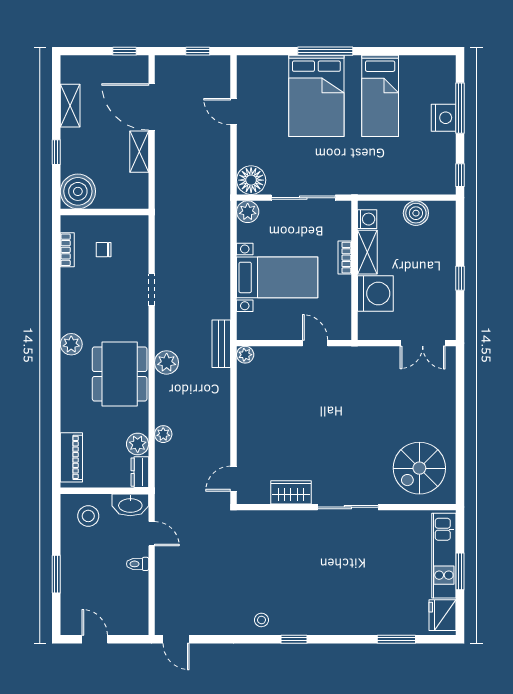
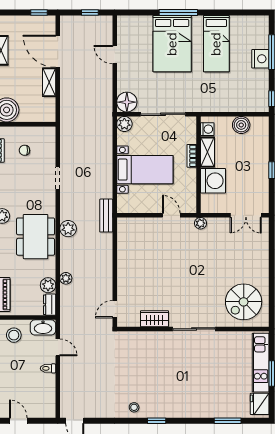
plant: (245, 355) -> (200, 223), moved

